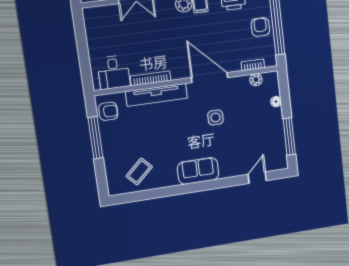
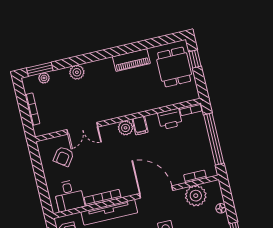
armchair: (260, 27) -> (64, 156), moved, turned -144
plant: (256, 80) -> (196, 196), width x1.88, depth x1.88

